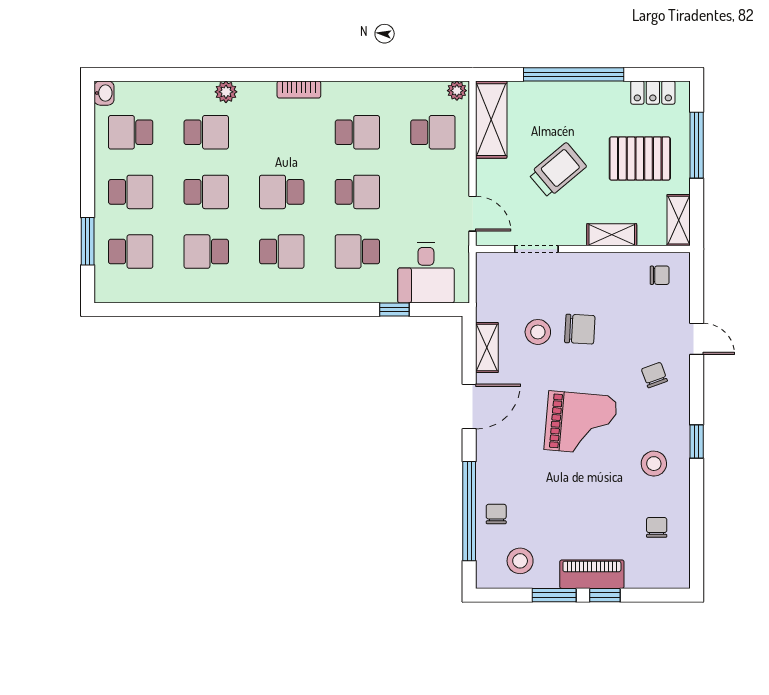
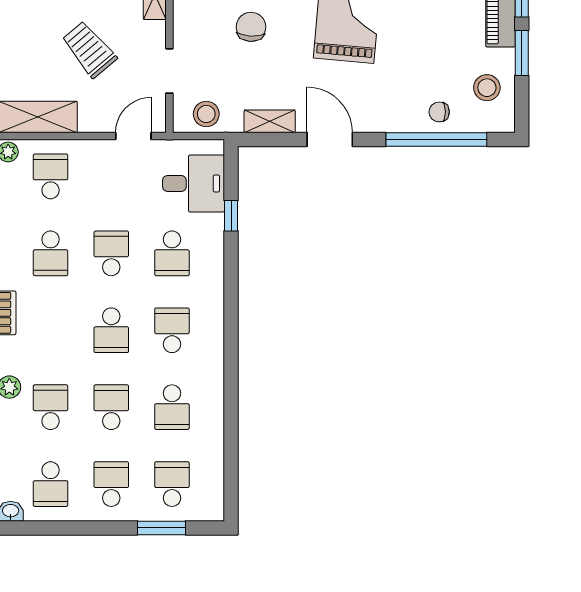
school desk: (357, 132) -> (51, 253), turned 180
stool: (538, 332) -> (206, 114), moved

